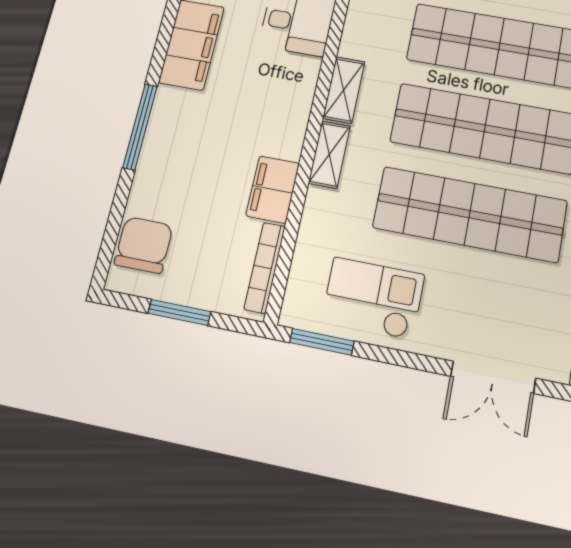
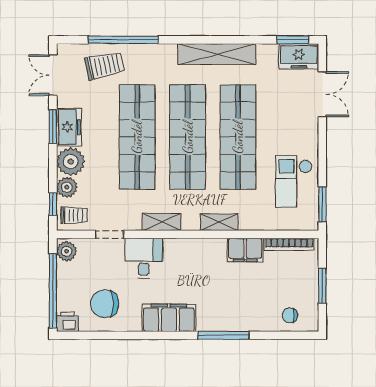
shelving: (344, 90) -> (162, 222), moved
chair: (144, 245) -> (290, 315), width x0.54, depth x0.54
double door: (493, 377) -> (322, 94), moved

